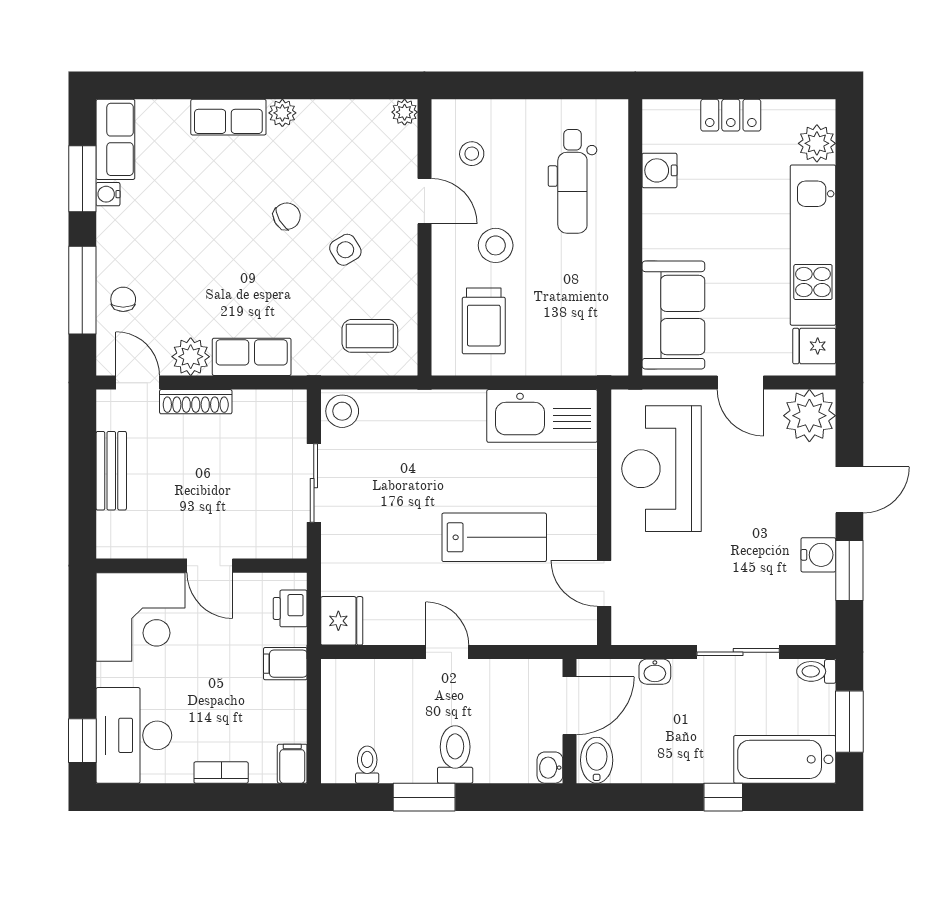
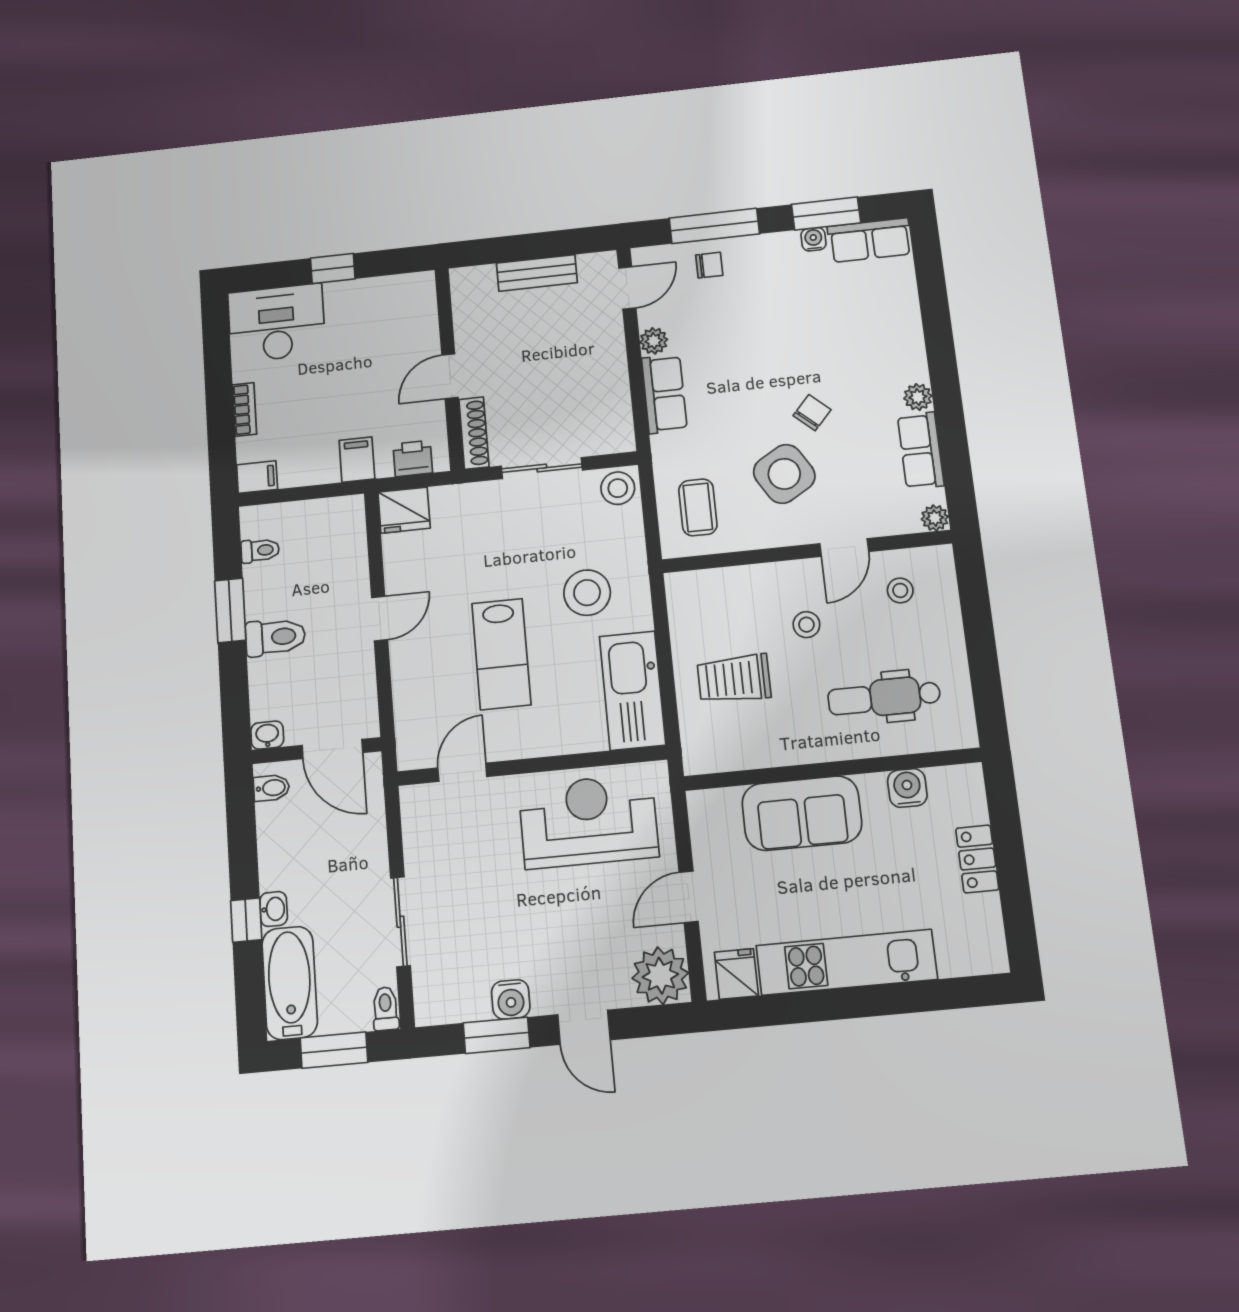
row of seats: (228, 117) -> (921, 451), moved
plant: (817, 143) -> (959, 956), removed
chair: (287, 216) -> (812, 413), turned -108
stool: (496, 245) -> (806, 625), width x0.73, depth x0.73
side table: (345, 250) -> (784, 474), width x1.87, depth x1.87
sofa: (673, 315) -> (802, 813), moved
trolley: (484, 321) -> (734, 679), moved
plant: (191, 357) -> (654, 341), width x0.73, depth x0.73
shoe rack: (196, 402) -> (474, 433), moved, turned 180
stool: (443, 450) -> (587, 593), added
corner desk: (141, 617) -> (394, 316), removed
washbasin: (655, 672) -> (274, 909), moved, turned 180
window: (82, 741) -> (333, 268), moved
bidet: (597, 760) -> (271, 788), width x0.72, depth x0.74

